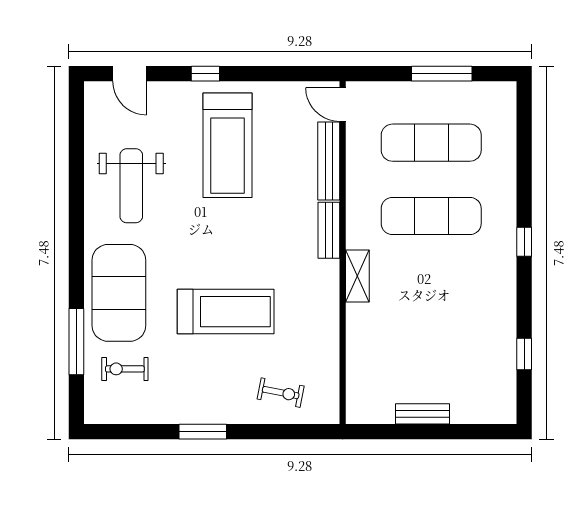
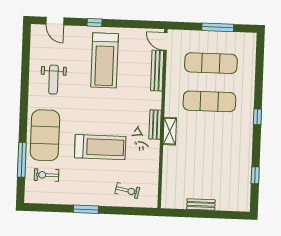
weight bench: (131, 186) -> (53, 80), width x0.73, depth x0.75
bench: (329, 230) -> (155, 125), moved

